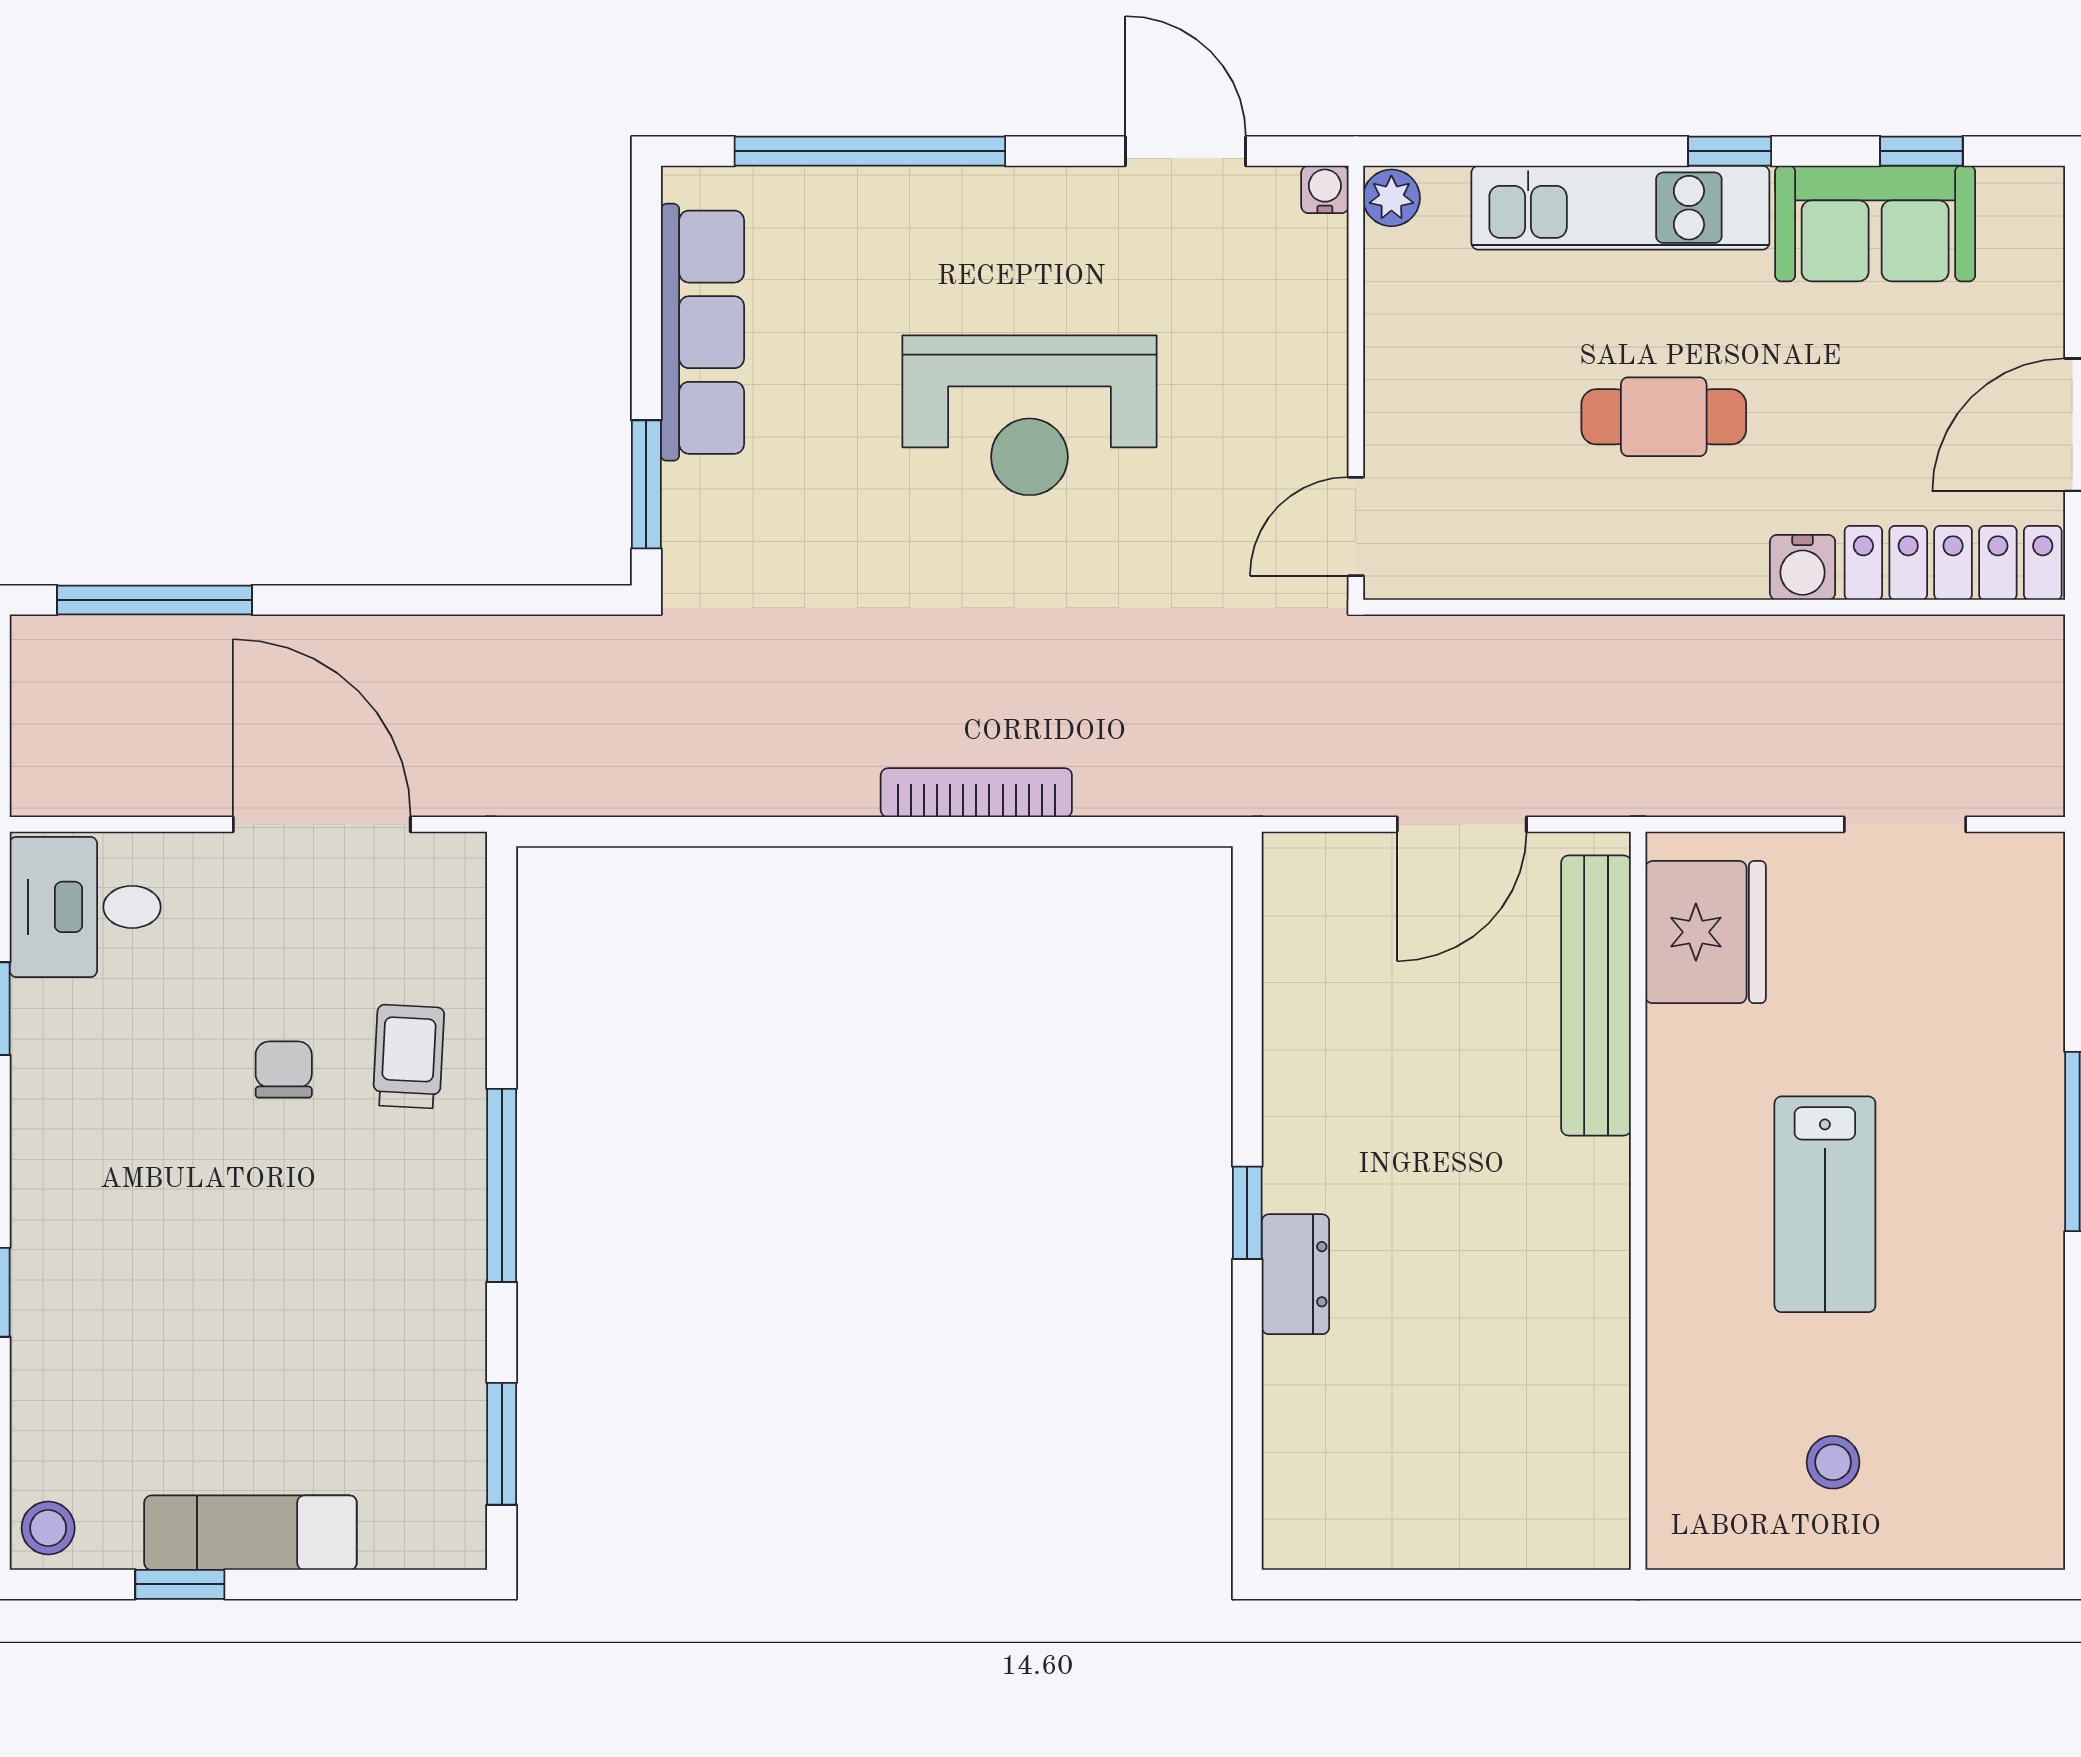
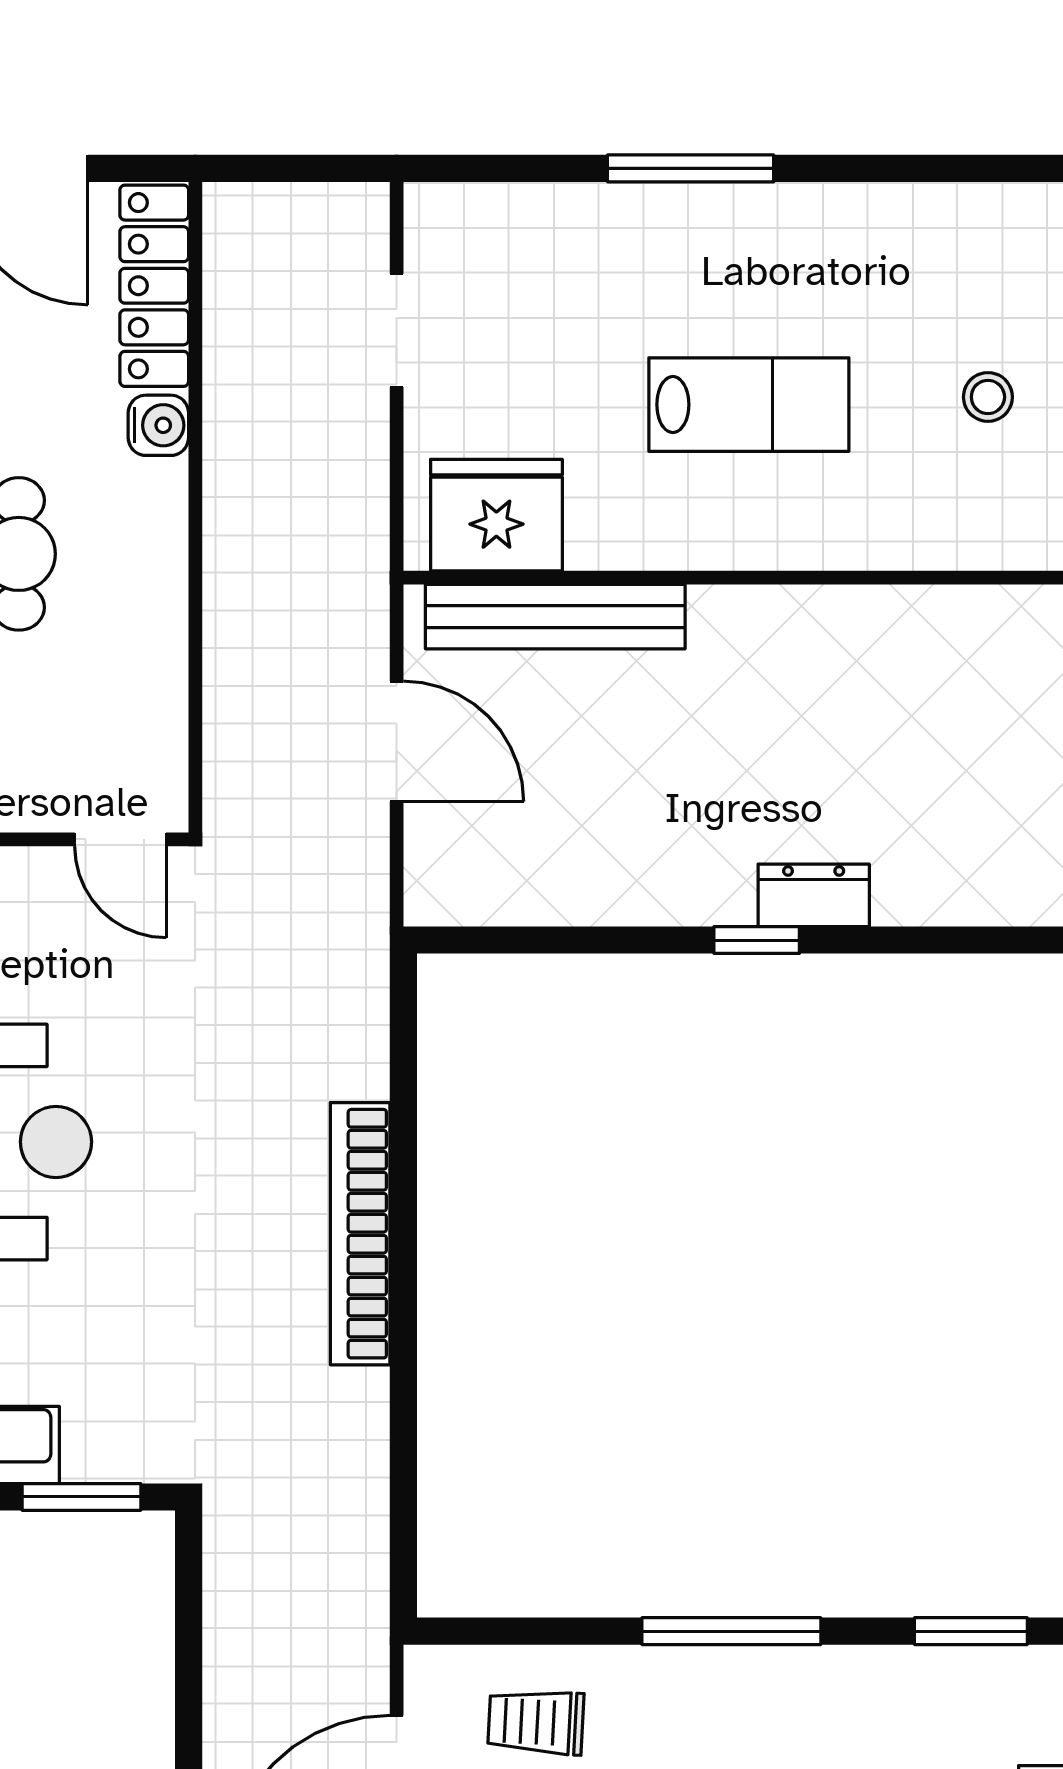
bookcase: (976, 793) -> (360, 1234), width x1.48, depth x1.31
trolley: (409, 1057) -> (536, 1722), moved

